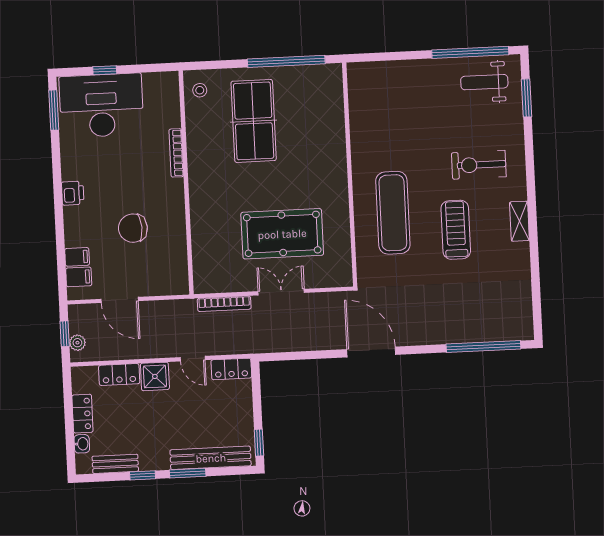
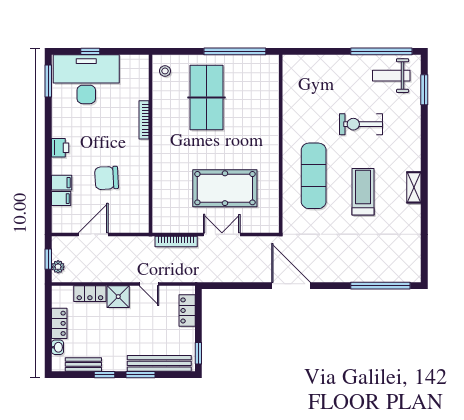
exercise bike: (479, 165) -> (361, 124), moved
filing cabinet: (79, 277) -> (62, 183), moved
door: (120, 300) -> (93, 234), swing flipped
locker: (231, 369) -> (187, 310), moved, turned 90

